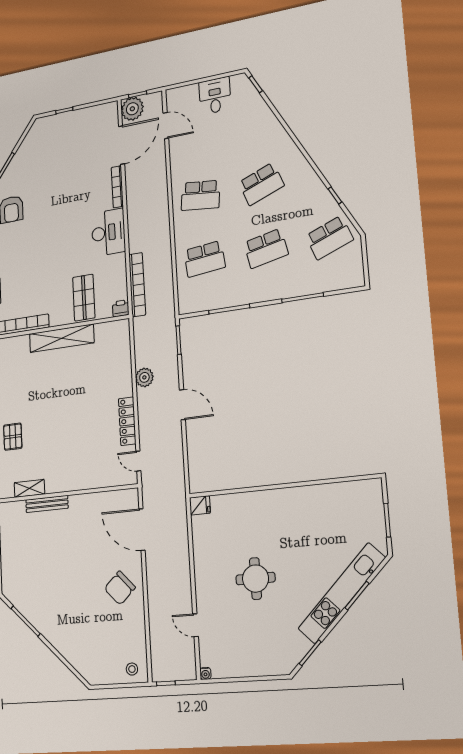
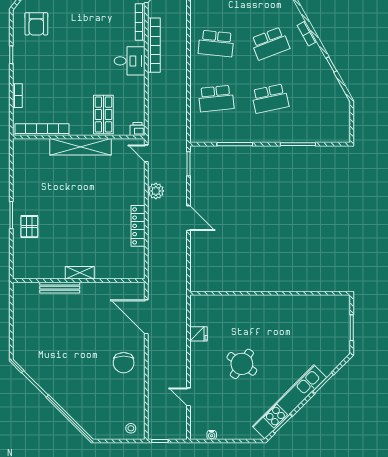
bookcase: (303, 164) -> (307, 33), added
desk: (108, 232) -> (130, 61), width x0.73
school desk: (329, 238) -> (324, 99), removed
bookcase: (137, 285) -> (154, 45), moved
door: (138, 461) -> (146, 153), moved
shelving: (29, 488) -> (80, 273), moved
fridge: (200, 505) -> (199, 334), moved
round table: (256, 579) -> (242, 364), turned 34
chair: (120, 588) -> (124, 363), turned -47
kitchen unit: (342, 593) -> (290, 402), moved
water cooler: (205, 673) -> (212, 435), moved

